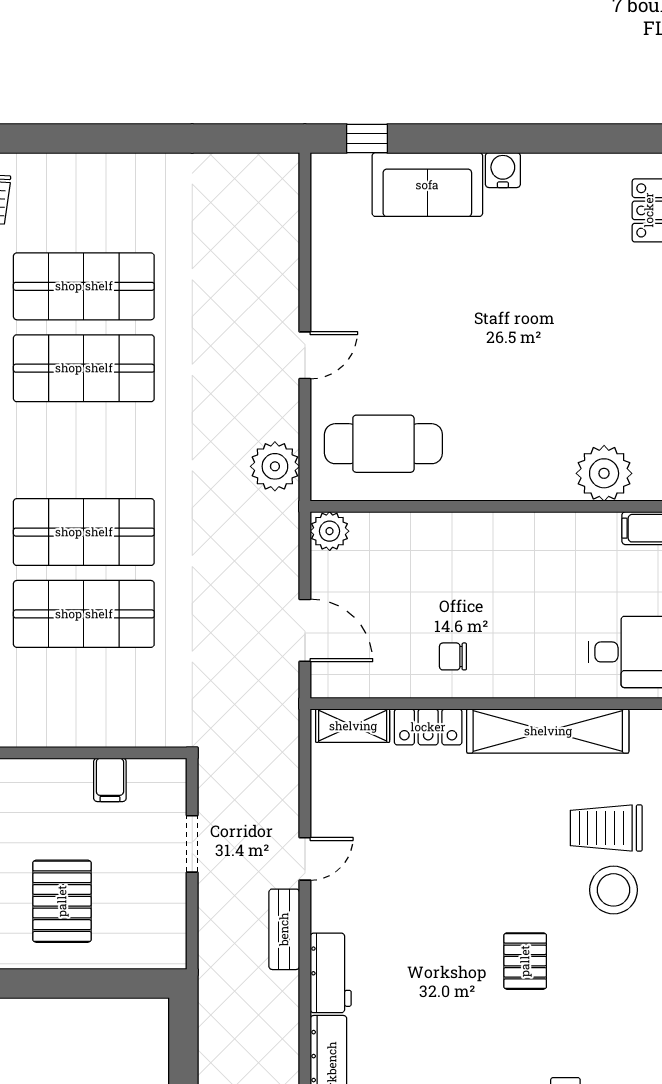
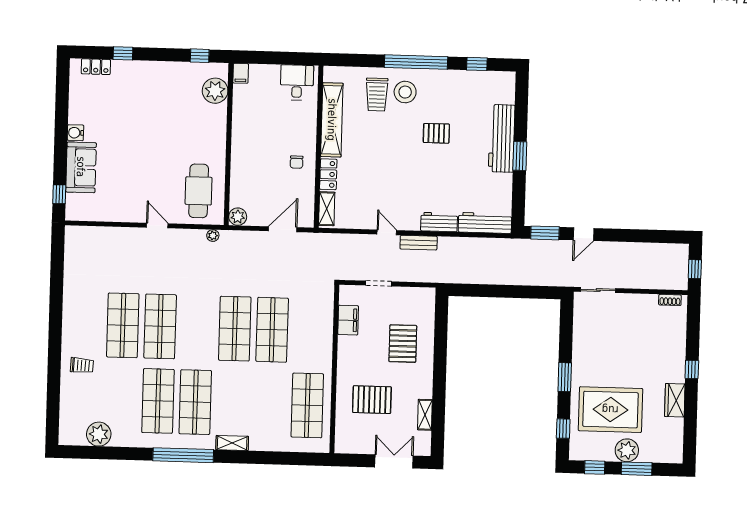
plant: (275, 466) -> (213, 236), width x0.53, depth x0.53
filing cabinet: (110, 780) -> (348, 320), width x2.00
pallet: (62, 901) -> (403, 344), turned 90

